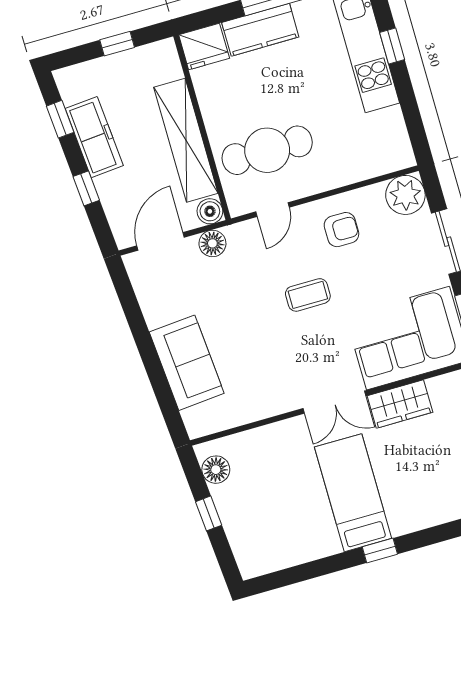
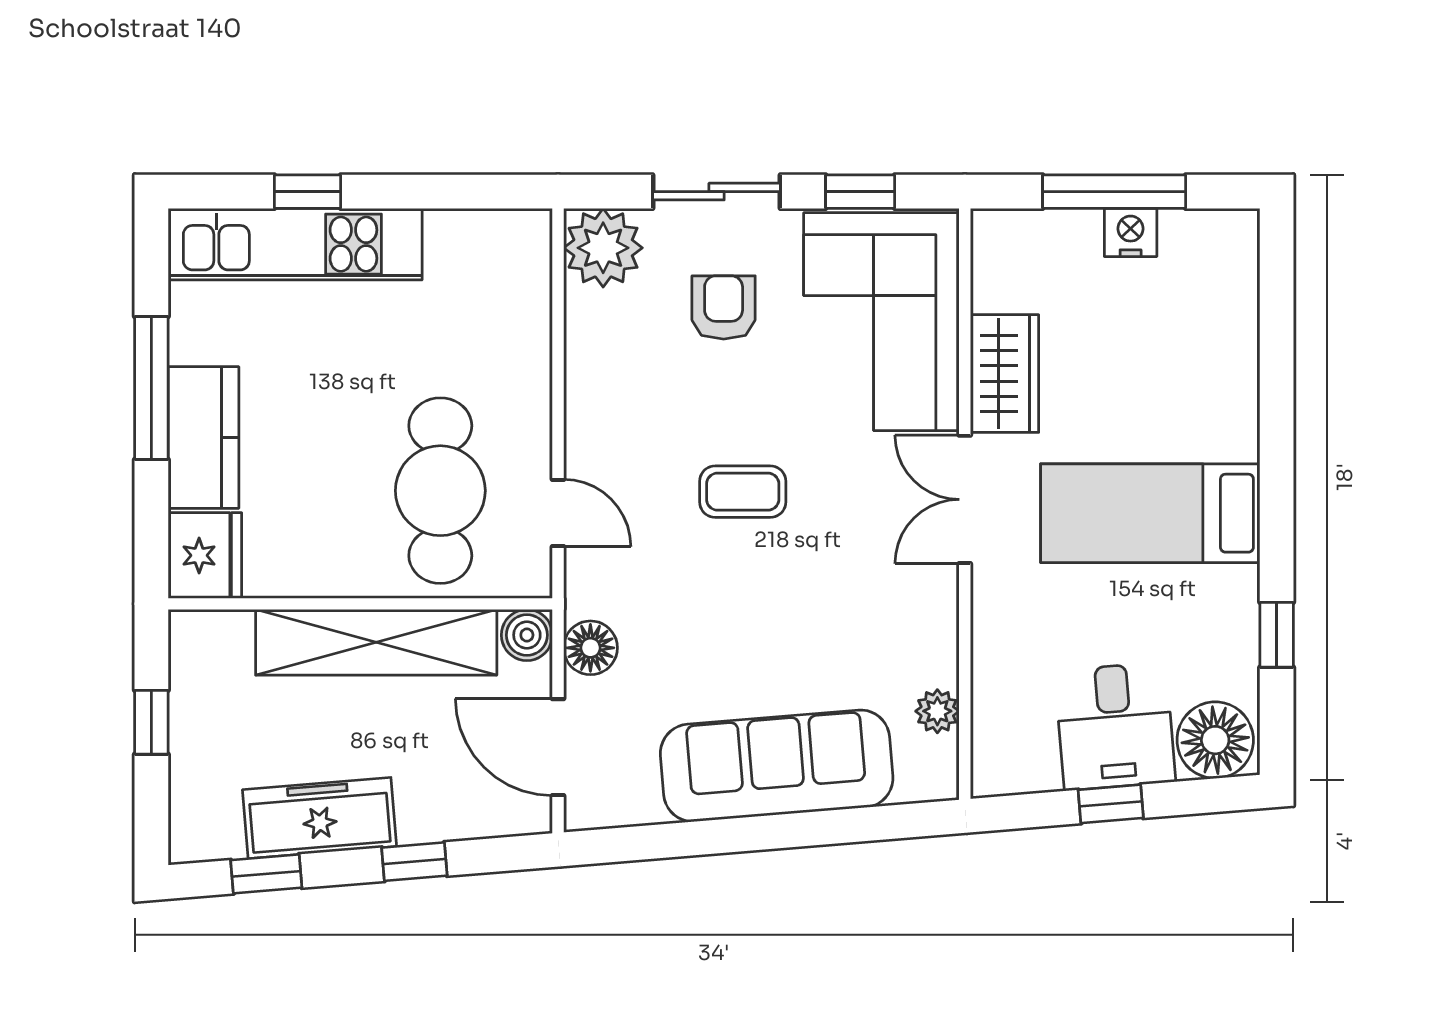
armchair: (341, 230) -> (724, 307), moved
coffee table: (308, 295) -> (743, 492), turned 90
sofa: (187, 363) -> (777, 766), width x1.36
double door: (334, 402) -> (965, 499), swing flipped
plant: (229, 418) -> (937, 711), added
floor lamp: (216, 470) -> (1215, 740), moved, width x1.38, depth x1.38
desk: (246, 505) -> (1115, 726), added
window: (380, 550) -> (1277, 635), moved

